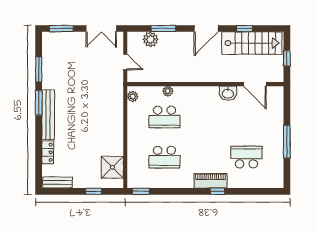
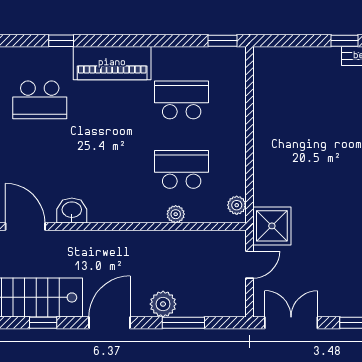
plant: (150, 39) -> (163, 304), moved
door: (125, 62) -> (249, 265), swing flipped
shower: (112, 167) -> (272, 226), moved
piano: (211, 181) -> (112, 63), width x1.37, depth x1.33
window: (93, 191) -> (345, 41), moved
window: (218, 191) -> (61, 41), moved

